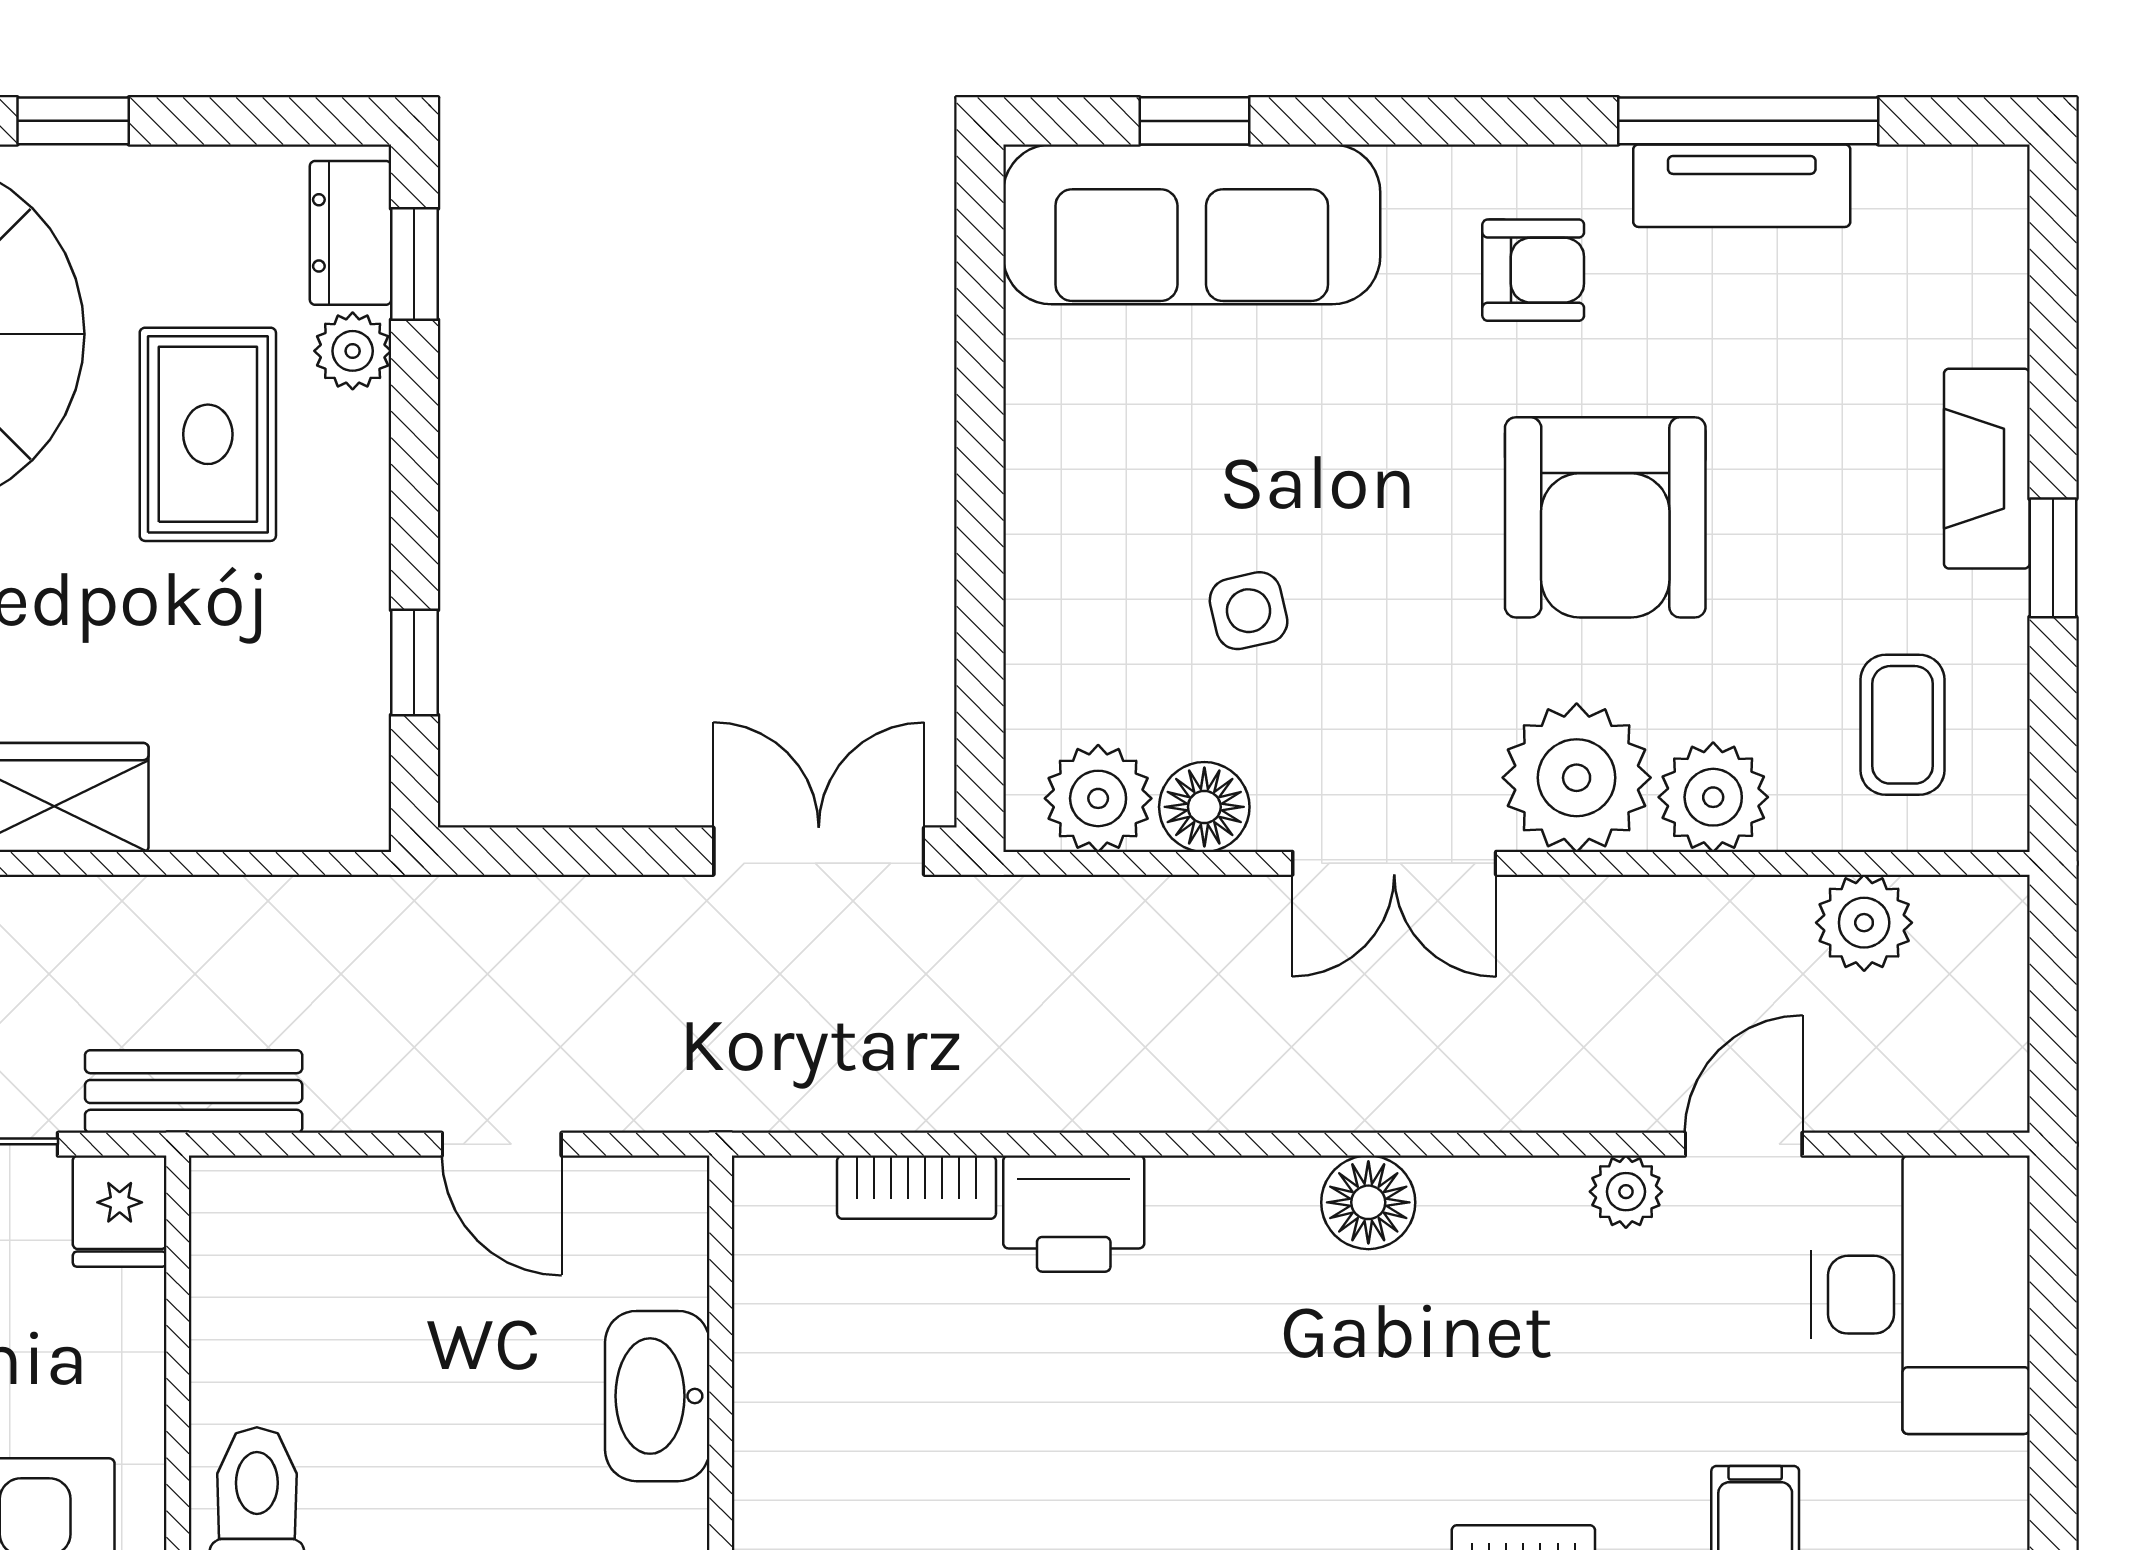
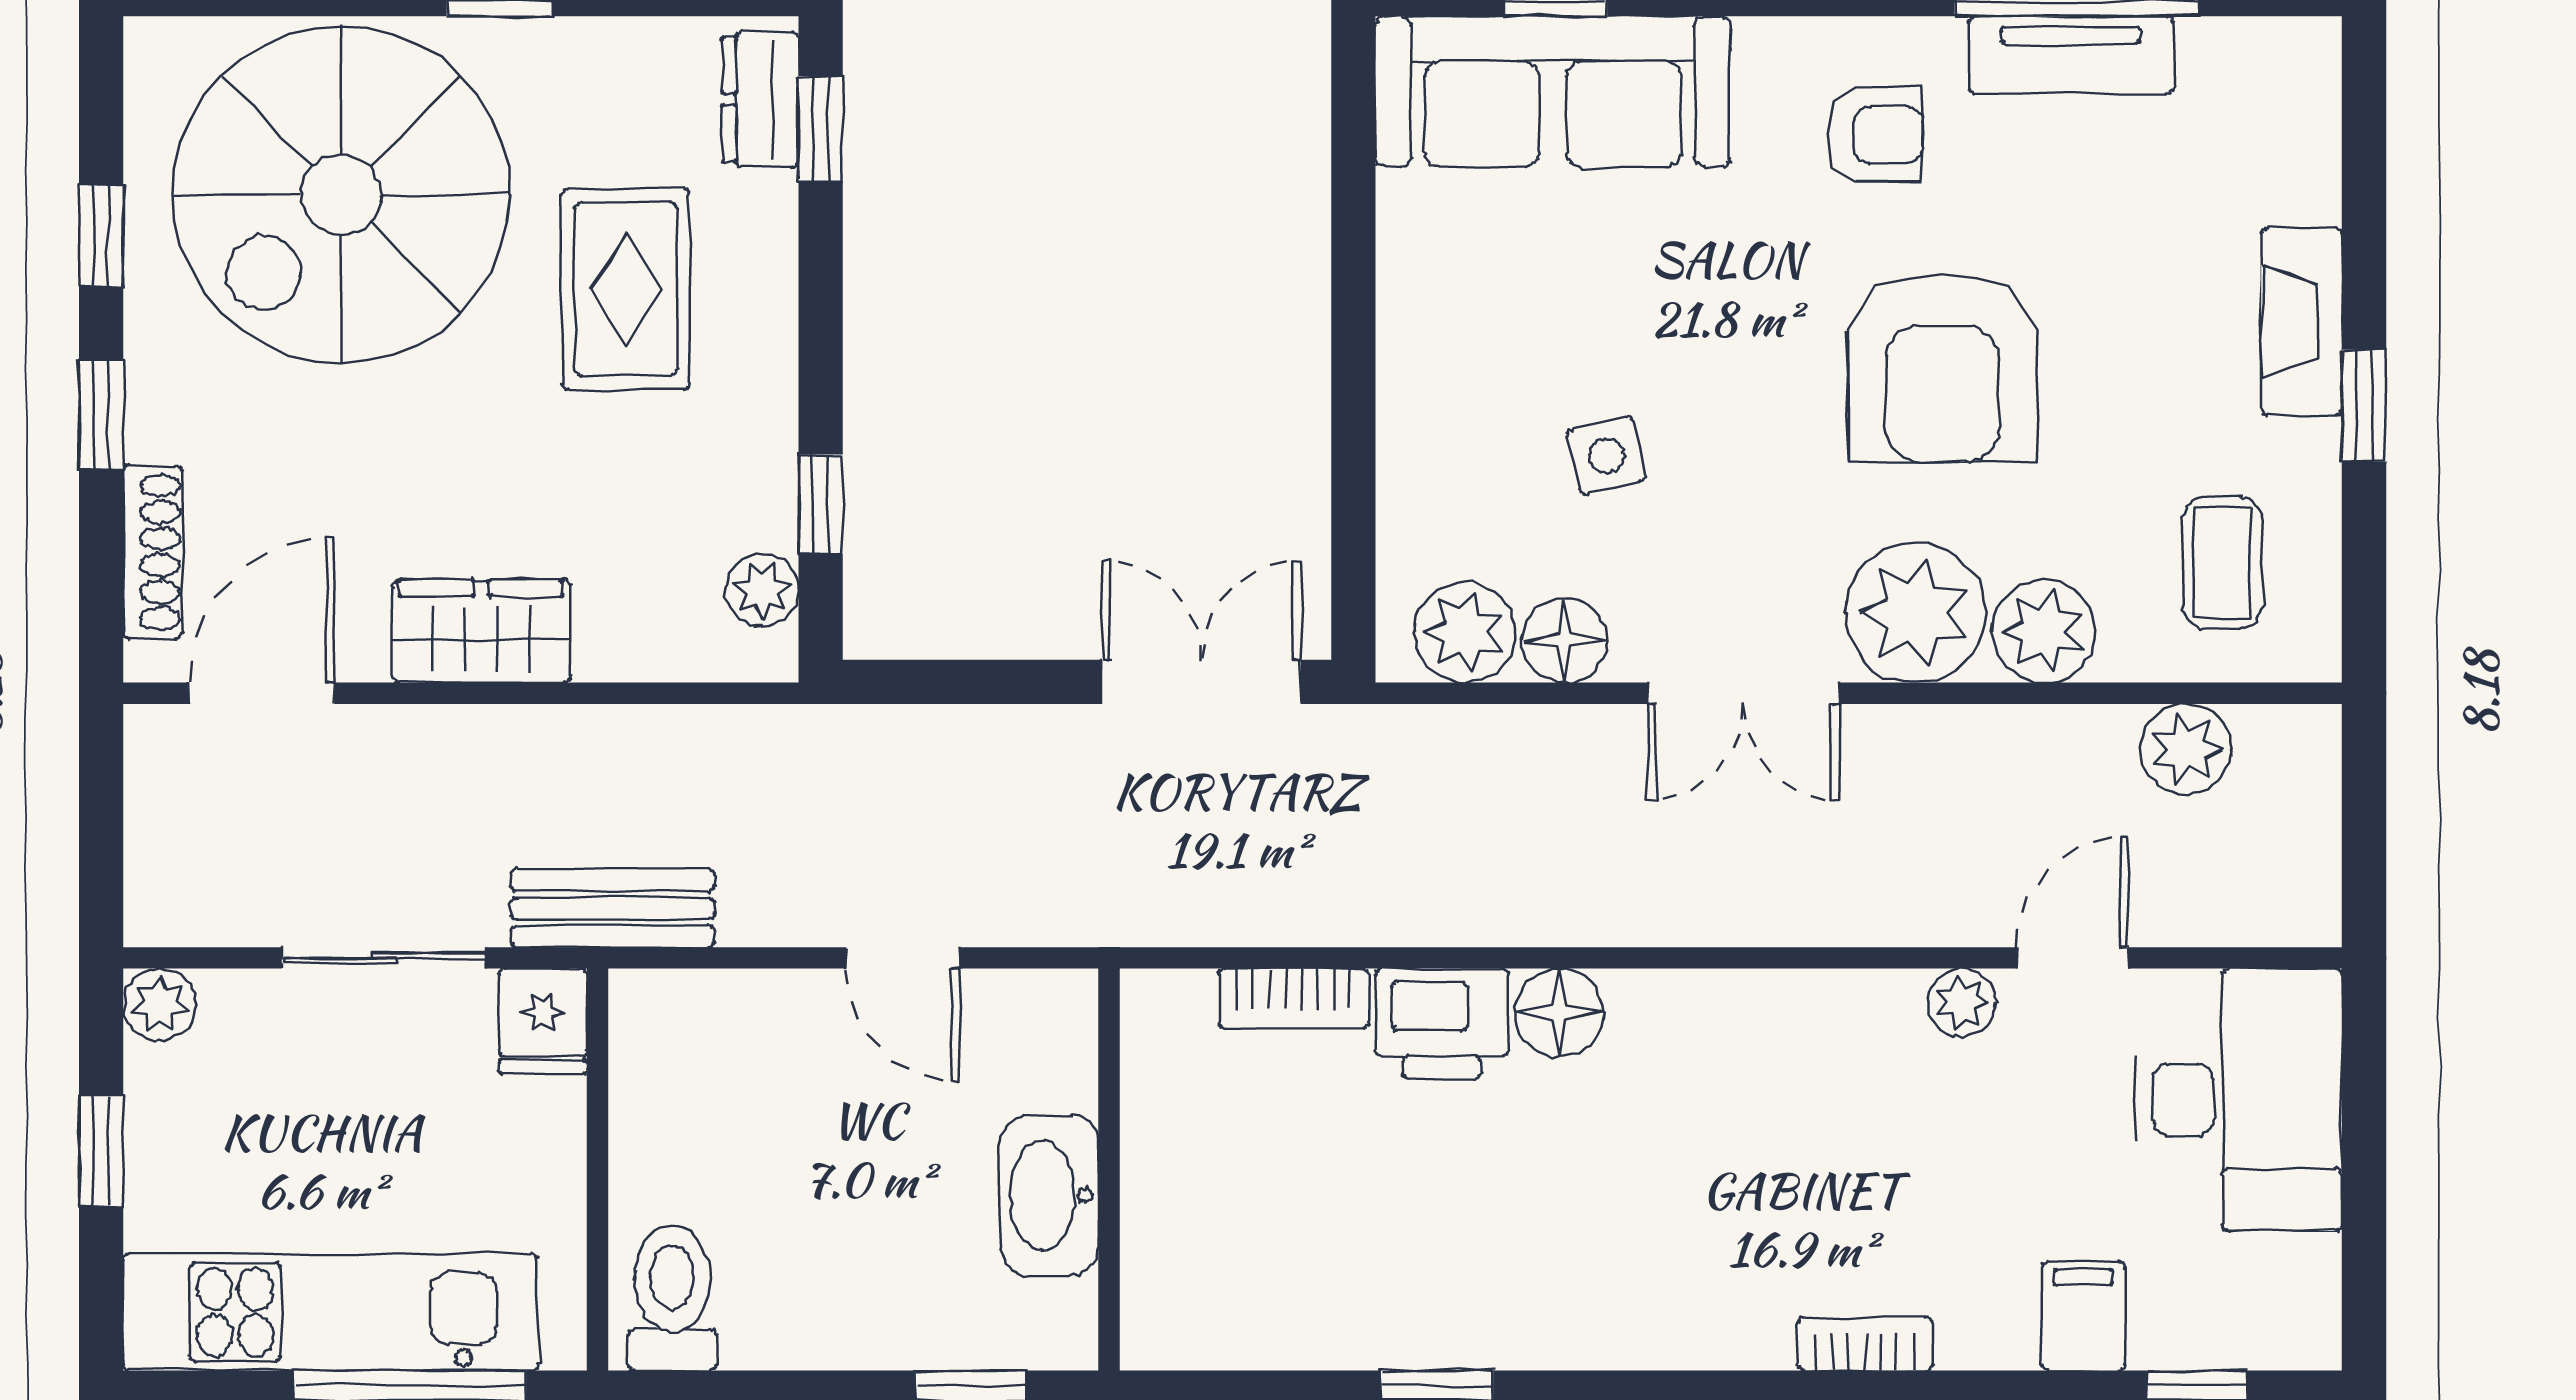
plant: (353, 351) -> (762, 590), moved
floor lamp: (1368, 1202) -> (1559, 1013), moved

